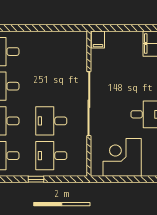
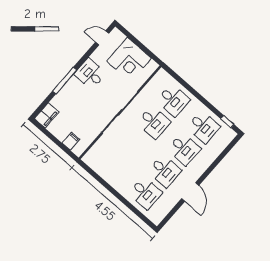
filing cabinet: (98, 40) -> (71, 141), moved
window: (36, 179) -> (196, 94), removed

